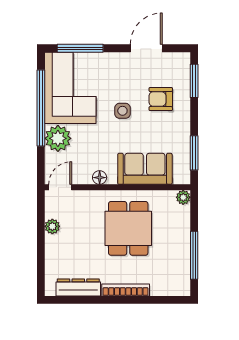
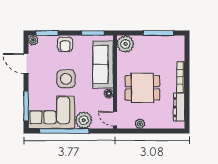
plant: (183, 60) -> (33, 40), added
armchair: (161, 99) -> (65, 44), moved
side table: (122, 111) -> (66, 79), width x1.87, depth x1.87
sofa: (145, 169) -> (103, 65), width x1.36
plant: (183, 197) -> (125, 44), width x1.87, depth x1.87
dining table: (128, 228) -> (142, 88), moved

